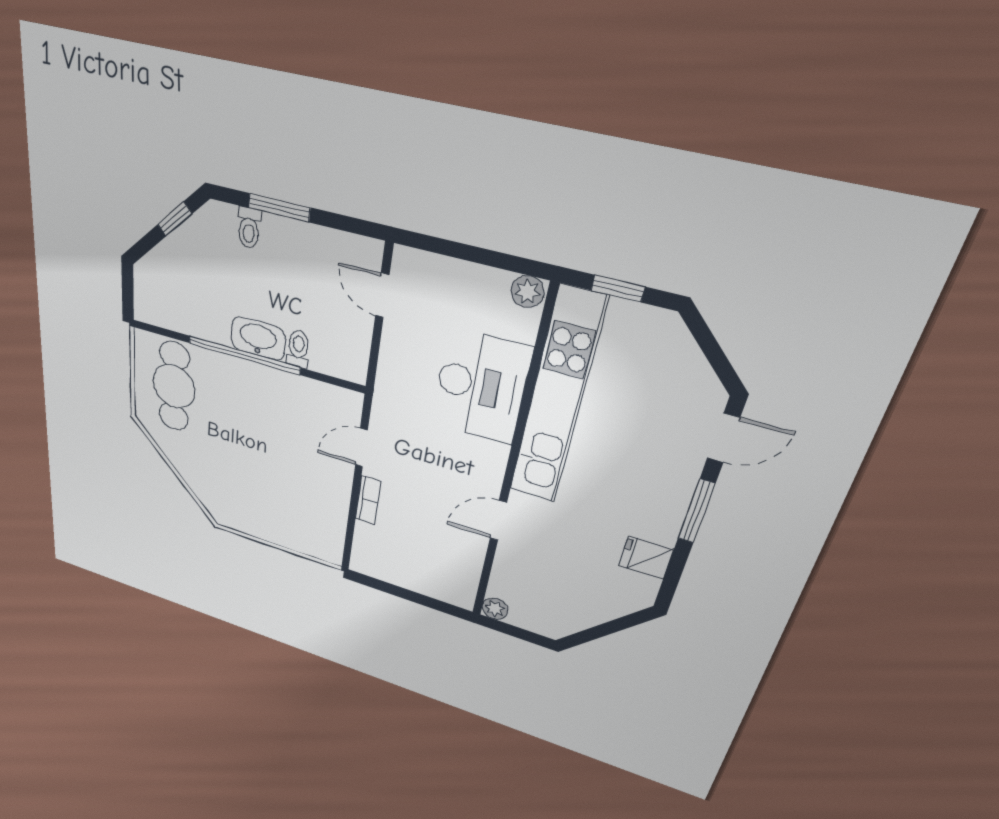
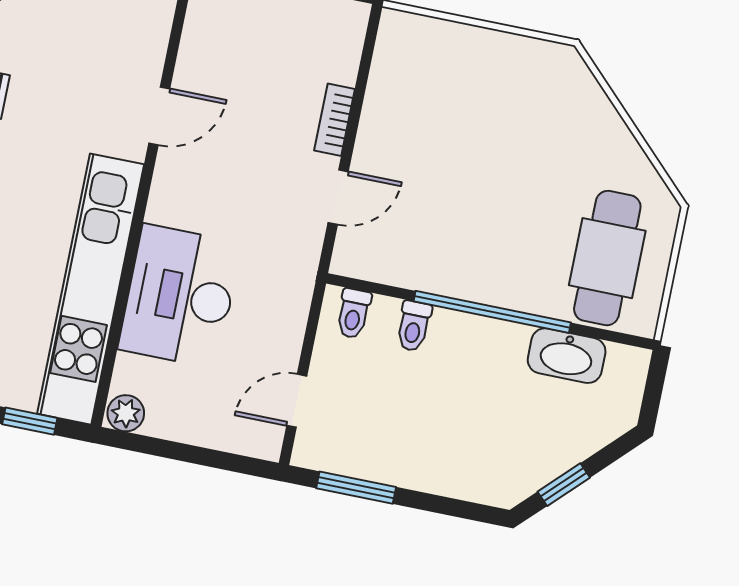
window: (279, 208) -> (356, 488), moved
toilet: (249, 228) -> (354, 313), moved, turned 180
door: (382, 295) -> (297, 401), swing flipped
washbasin: (258, 339) -> (567, 356), moved

